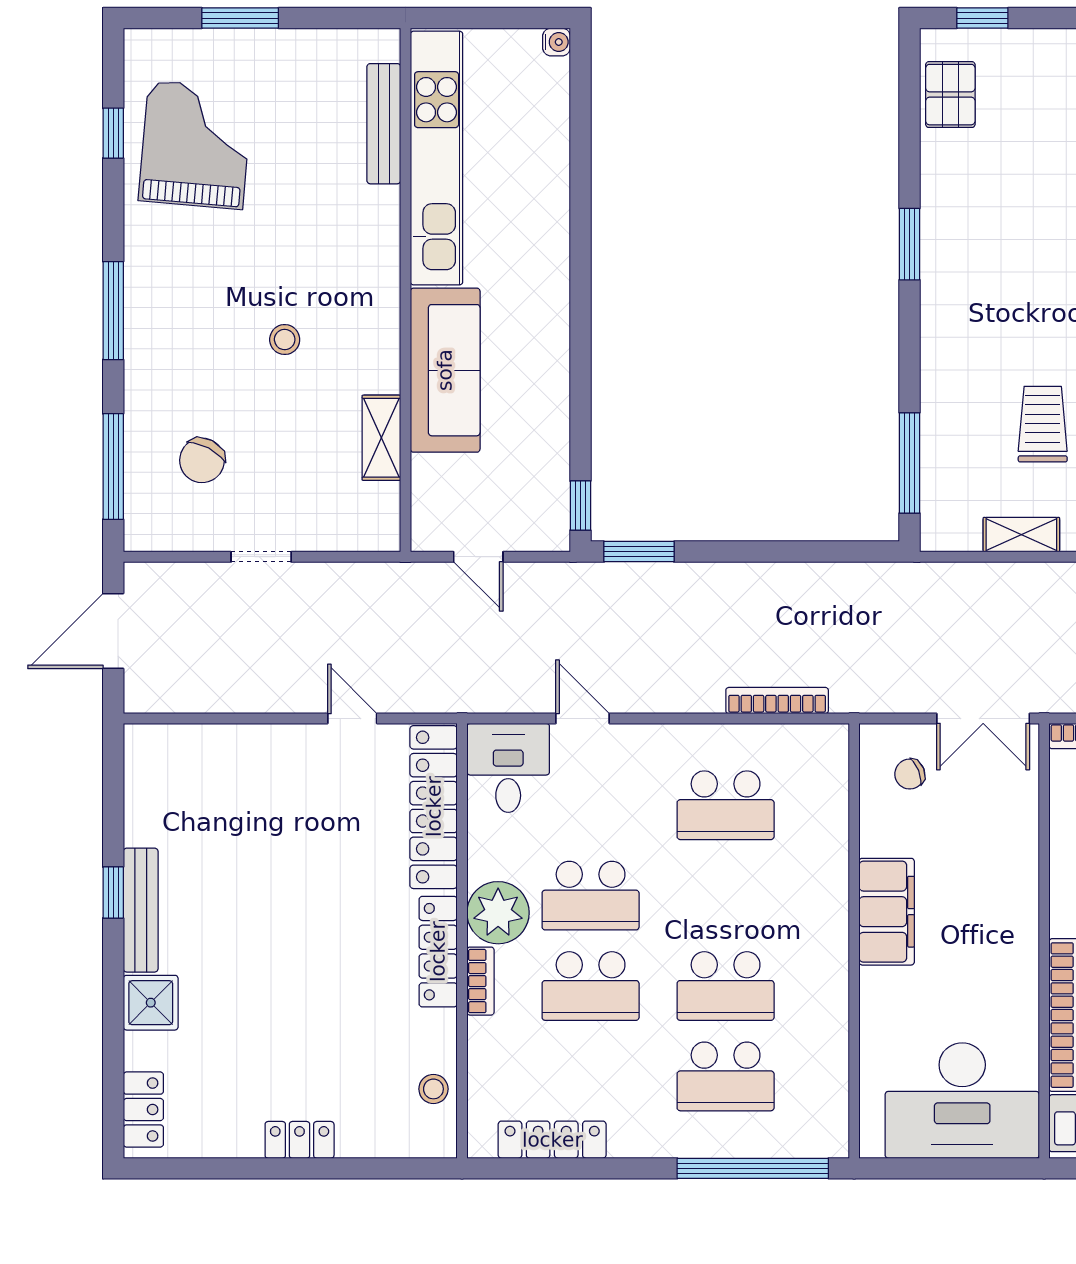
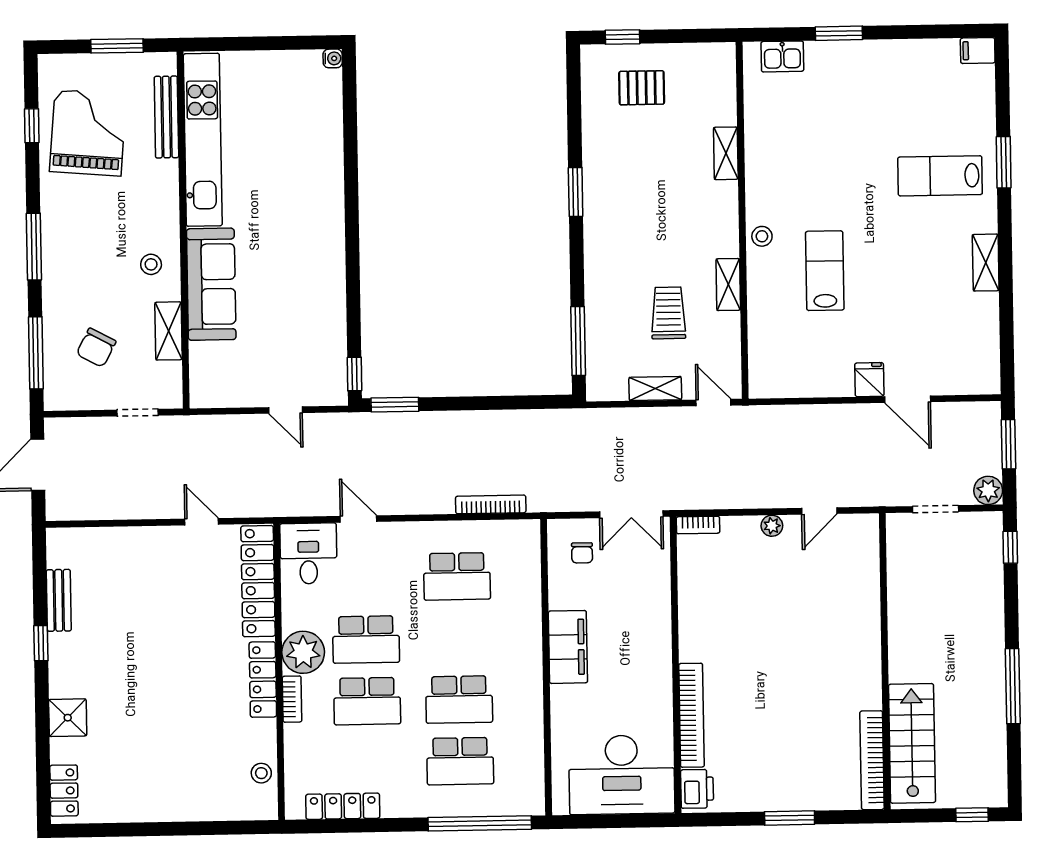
pallet: (950, 95) -> (642, 88), moved, turned 90
bench: (384, 124) -> (166, 117), moved
kitchen unit: (437, 158) -> (203, 140), moved
wall: (405, 290) -> (183, 230), moved
sofa: (445, 370) -> (211, 284), moved
shelving: (381, 438) -> (169, 331), moved
chair: (910, 774) -> (582, 553), turned -68
bench: (141, 910) -> (59, 600), moved, width x0.73
locker: (300, 1140) -> (171, 809), removed

